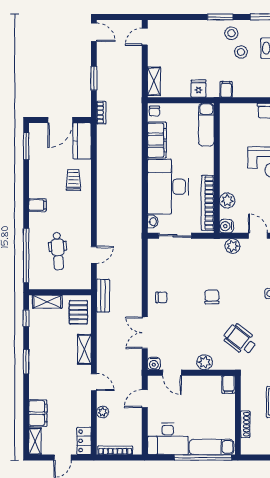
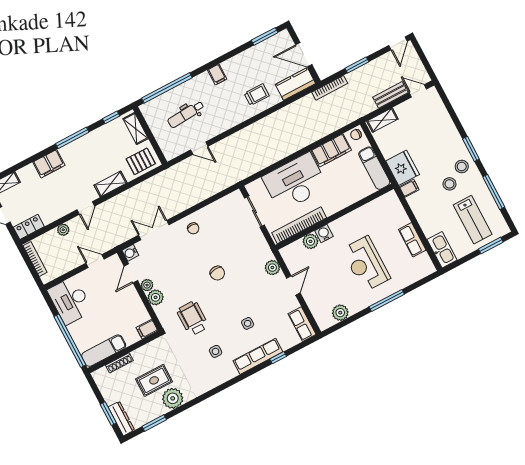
fridge: (199, 89) -> (403, 168), width x1.88, depth x1.34
bookcase: (101, 113) -> (330, 88), width x1.56
exam couch: (206, 125) -> (374, 168), moved, turned -90
washbasin: (153, 222) -> (257, 185), removed
water cooler: (226, 226) -> (324, 233), moved
bench: (103, 295) -> (390, 95), moved
chair: (212, 297) -> (217, 273), turned 84
wheelchair: (240, 339) -> (193, 318), turned -38
window: (26, 362) -> (72, 138), width x1.44
plant: (190, 364) -> (147, 285), added
filing cabinet: (38, 413) -> (49, 164), moved
exam couch: (211, 447) -> (104, 351), moved, turned -90

